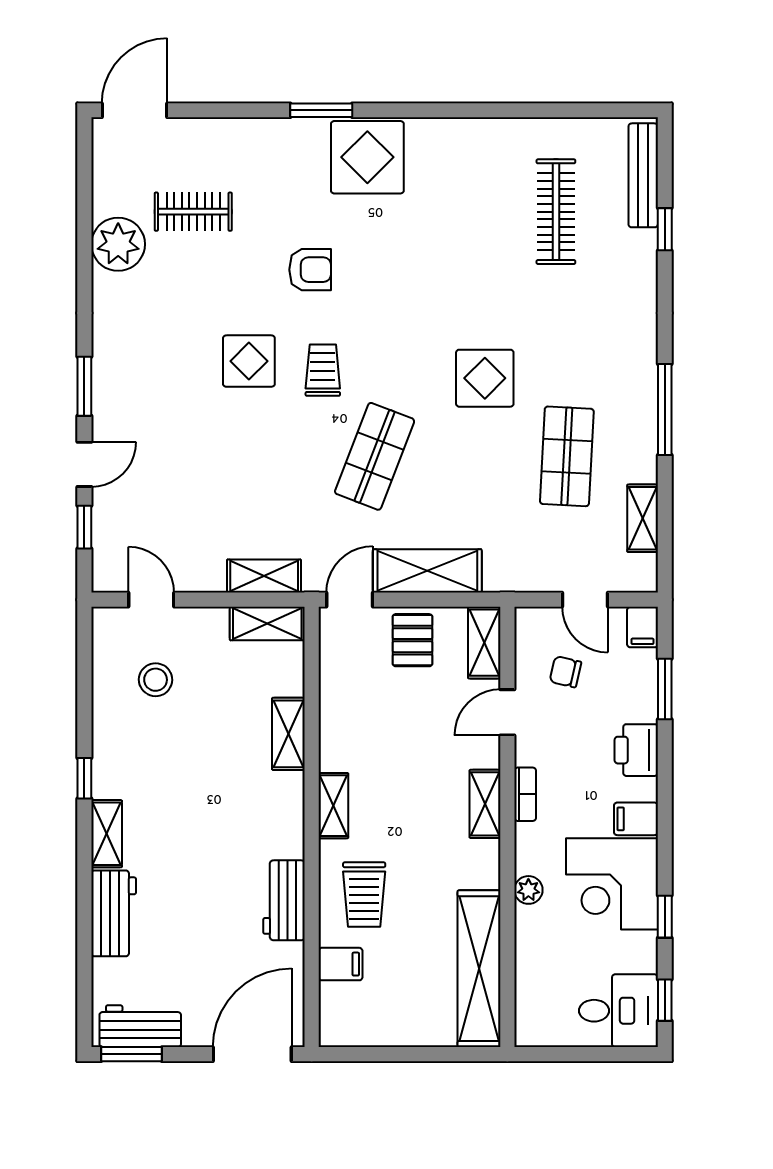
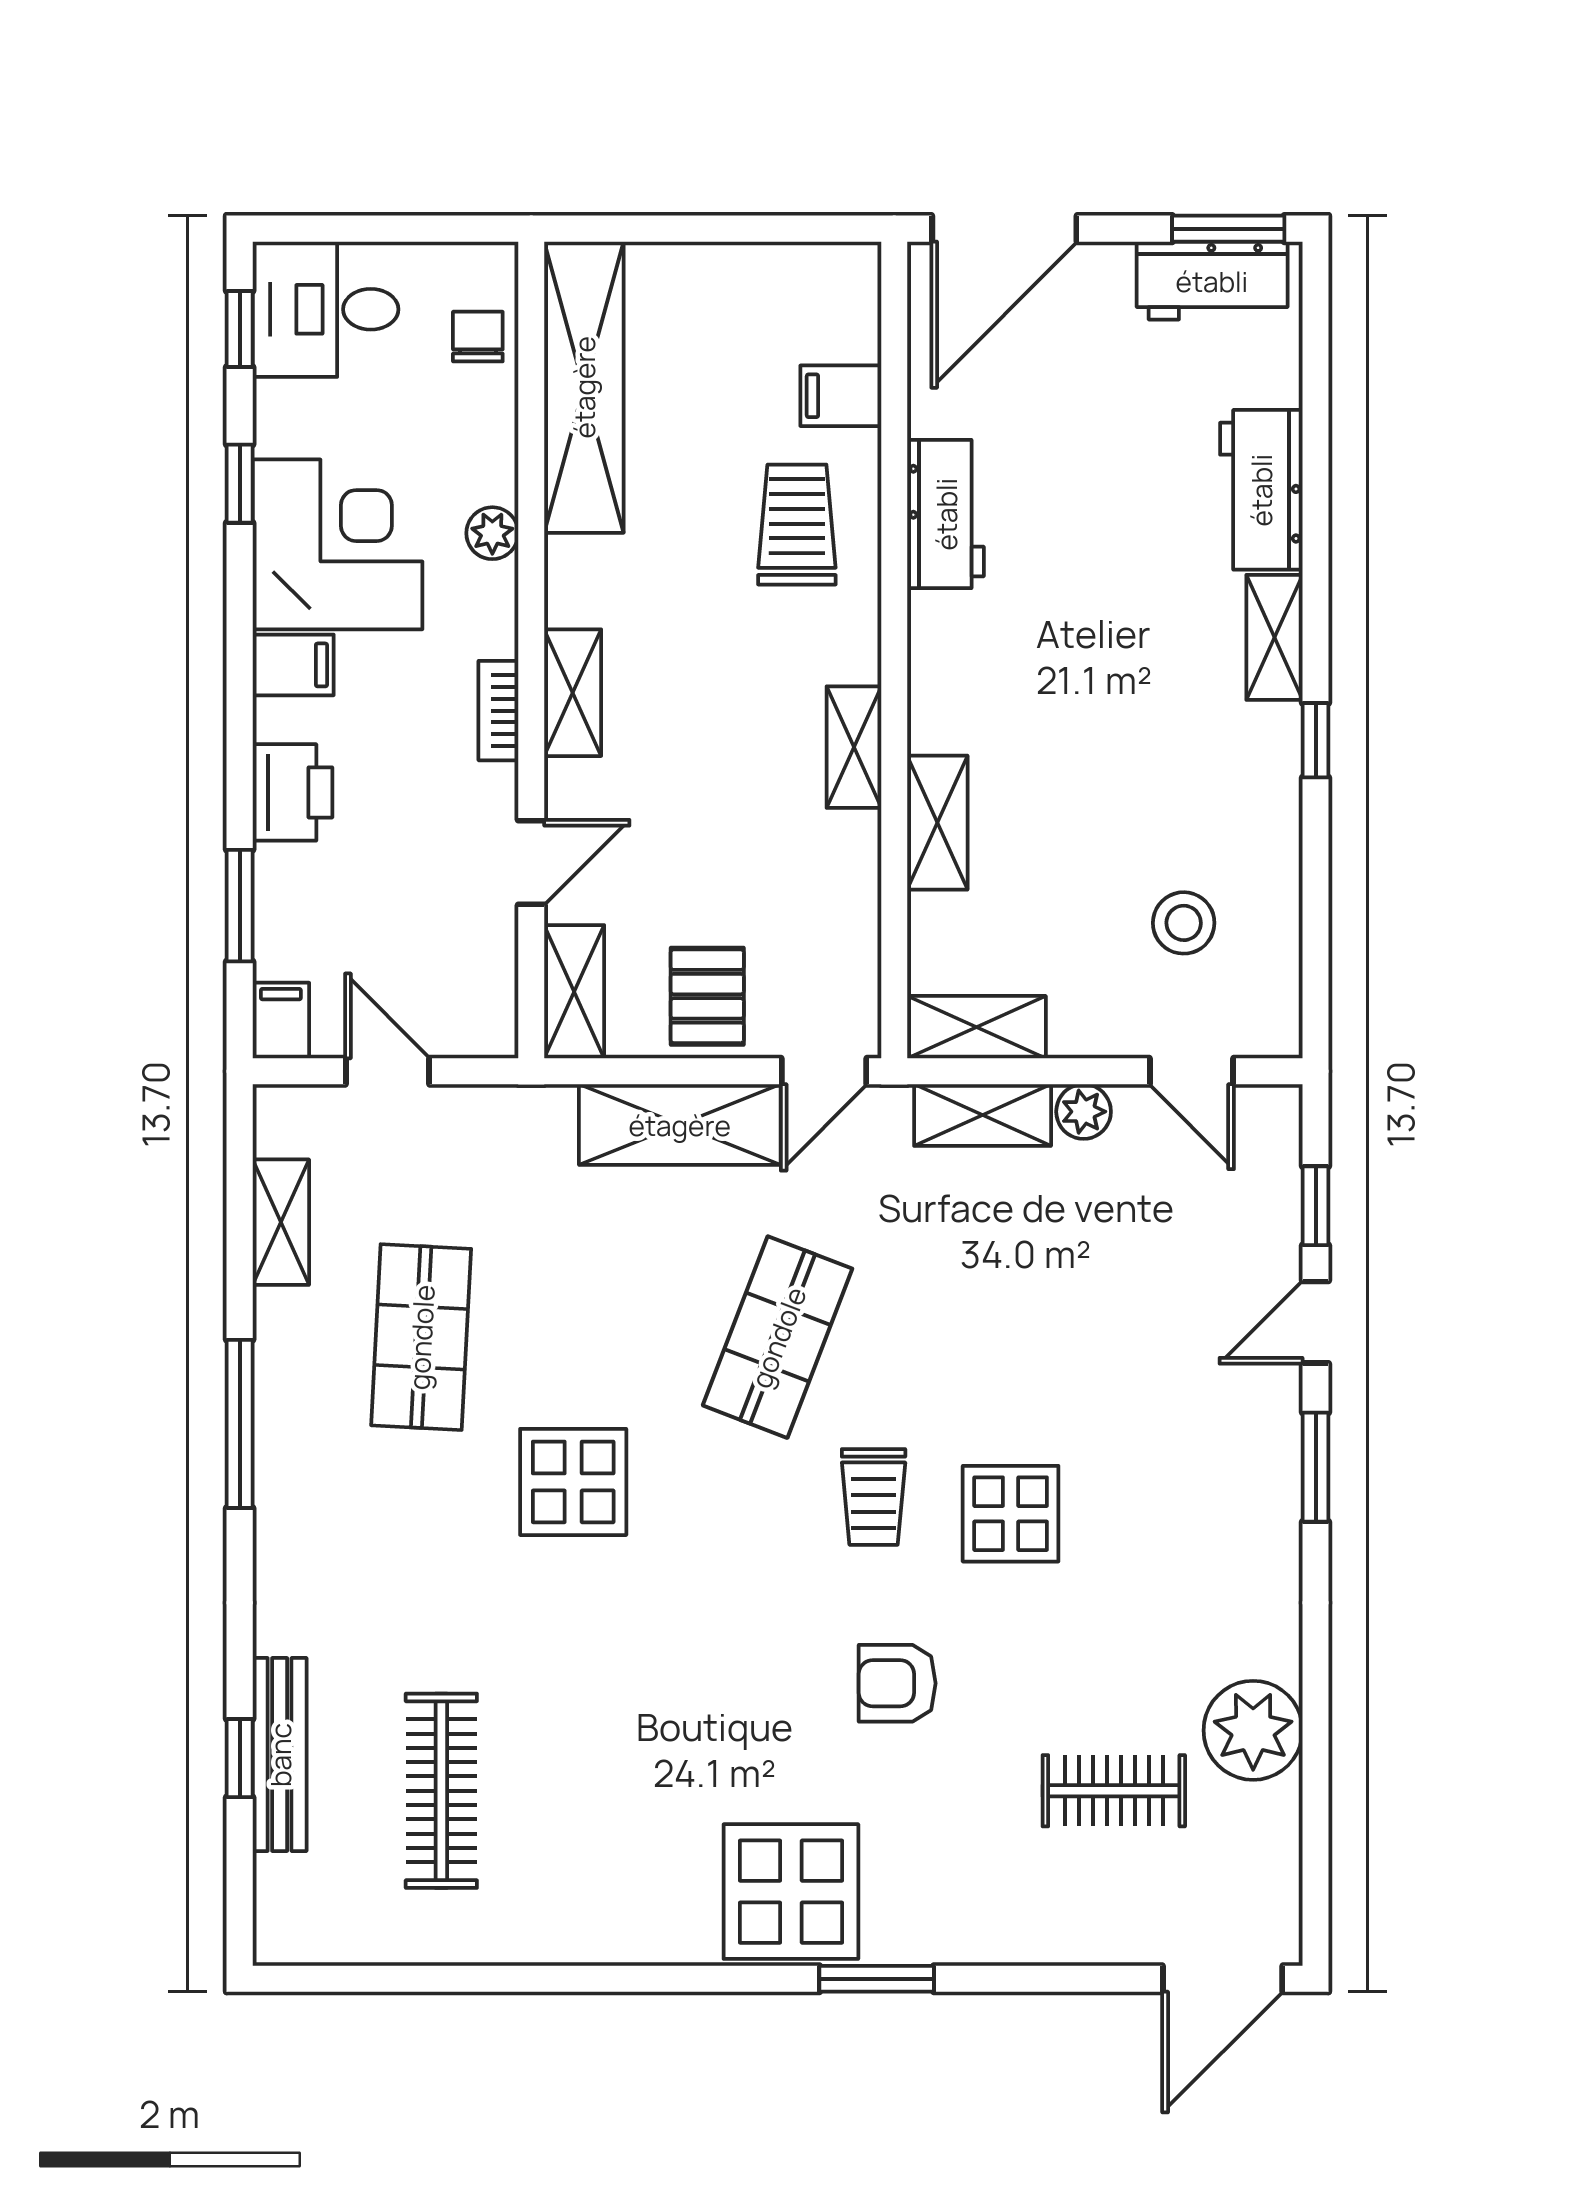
bench: (643, 175) -> (280, 1755), moved
plant: (210, 578) -> (1084, 1112), added
chair: (565, 672) -> (478, 337), moved, turned -103
shelving: (333, 806) -> (854, 747), moved

